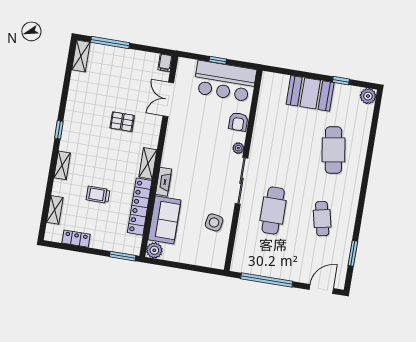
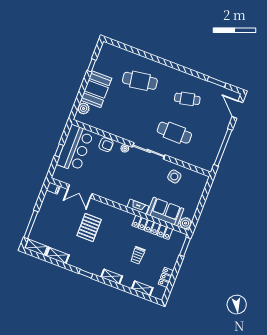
plant: (368, 96) -> (84, 109), moved
pallet: (122, 122) -> (89, 227), width x1.50, depth x1.42
shelving: (148, 163) -> (57, 255), moved

